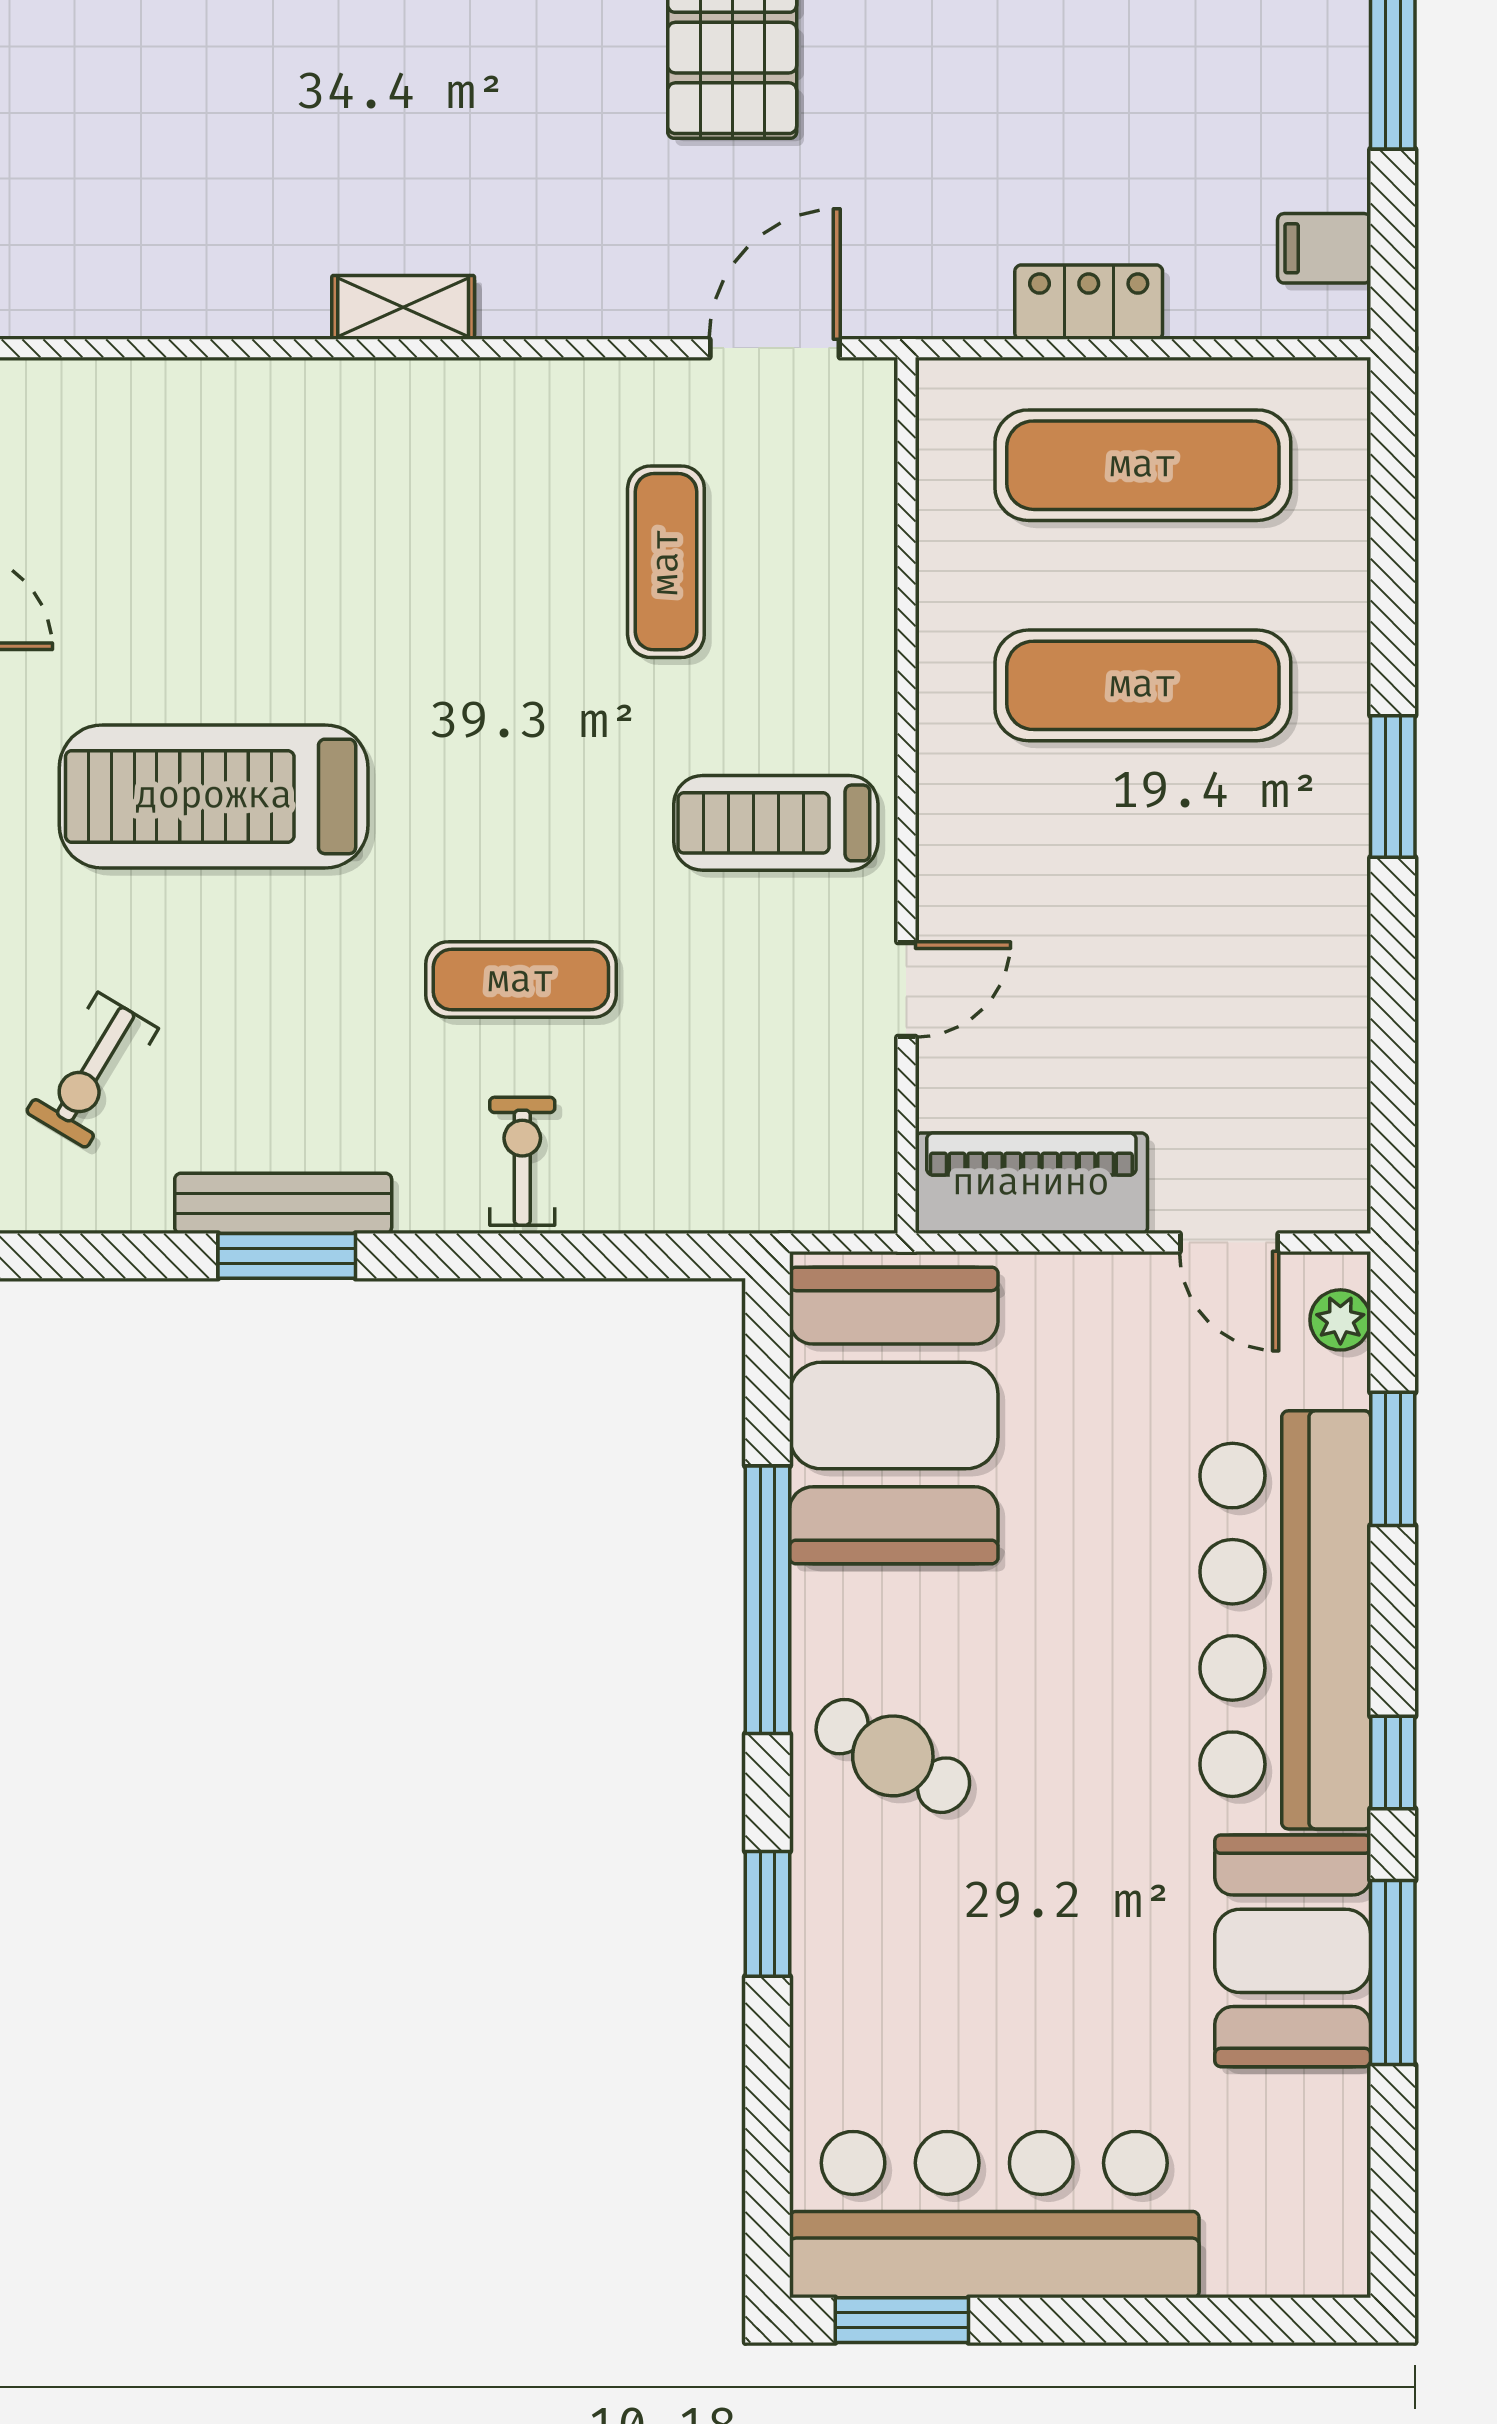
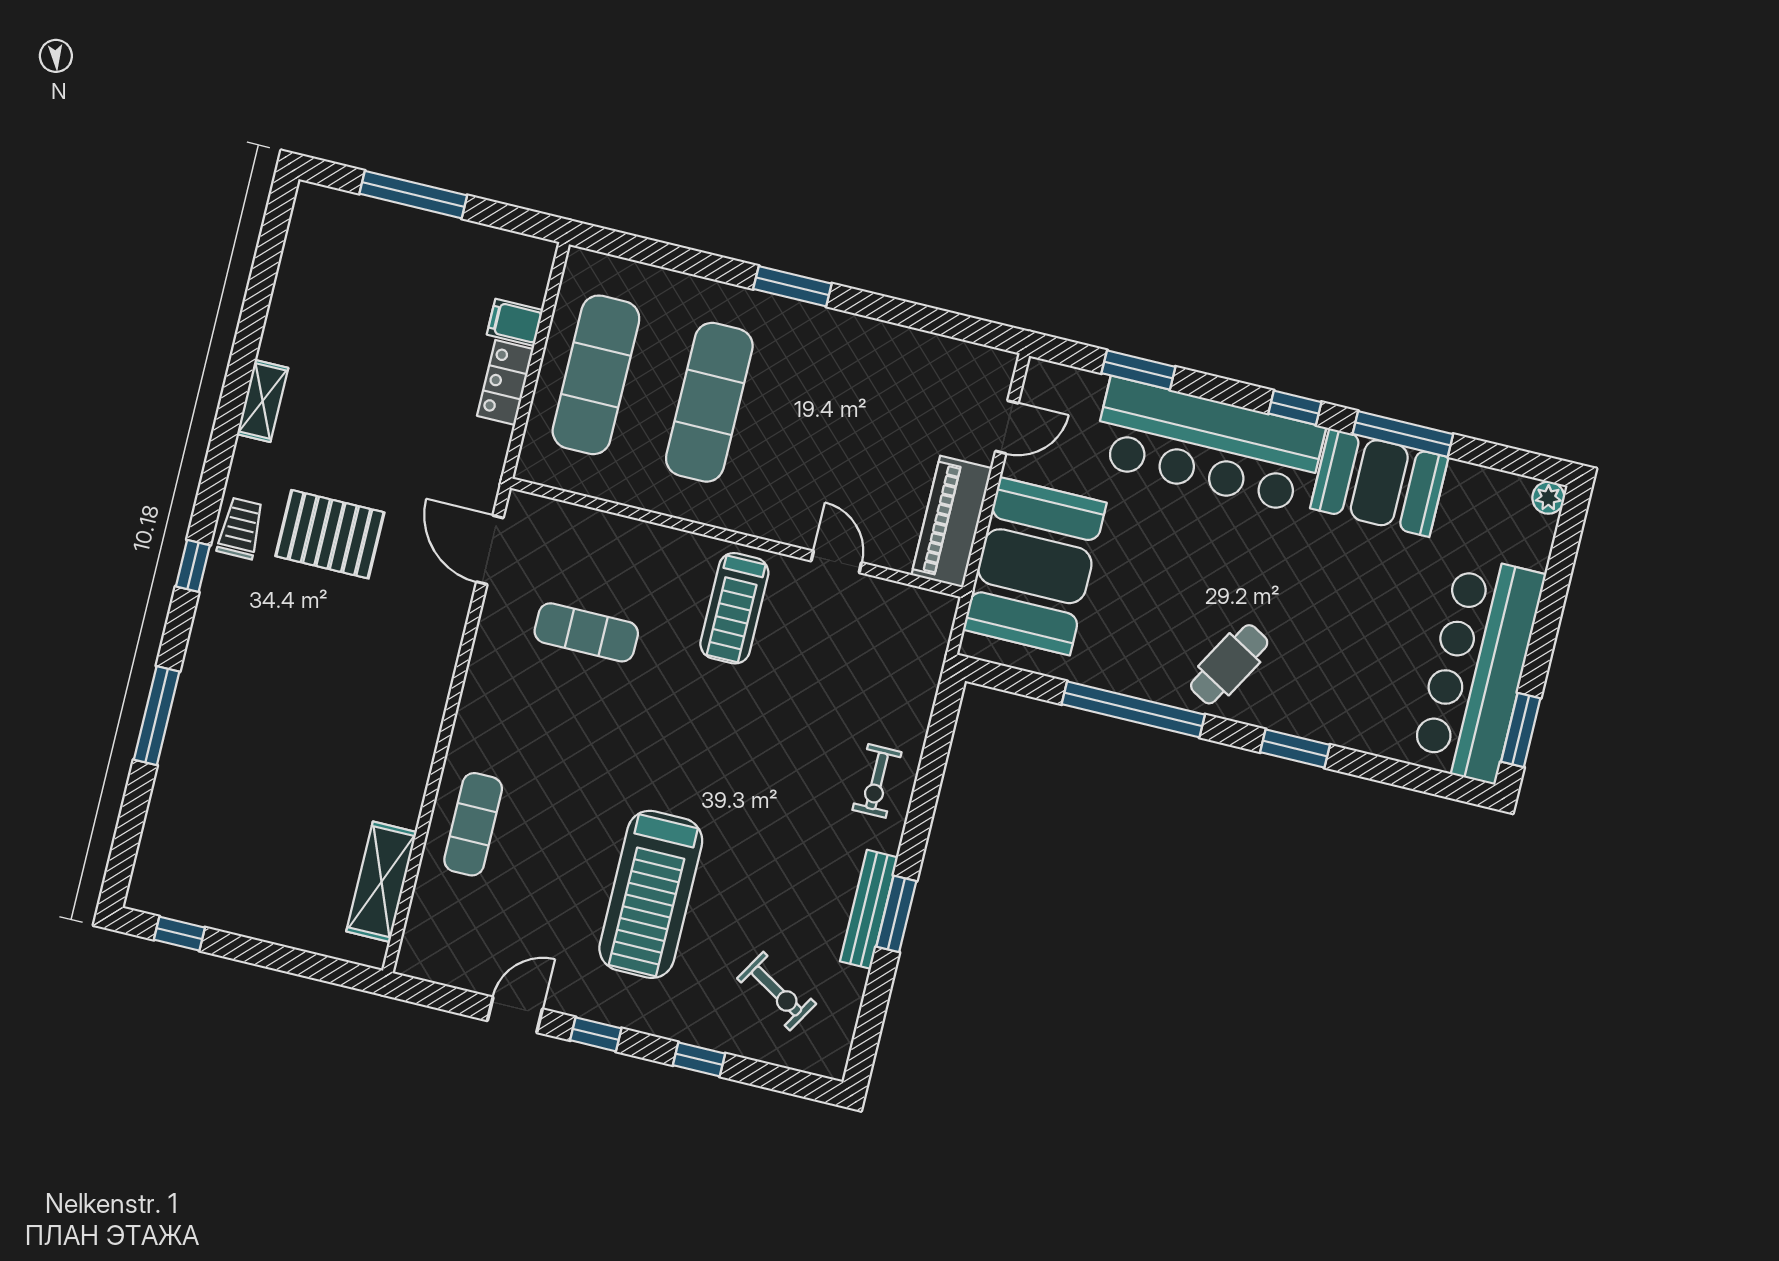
filing cabinet: (1324, 248) -> (515, 322), moved, turned 90
shelving: (403, 307) -> (382, 882), moved, width x1.50, depth x1.33
exercise mat: (521, 980) -> (473, 824), moved
exercise bike: (522, 1161) -> (877, 781), turned -90
plant: (1340, 1320) -> (1548, 498), moved
booth: (894, 1415) -> (1035, 566), moved, turned 90

